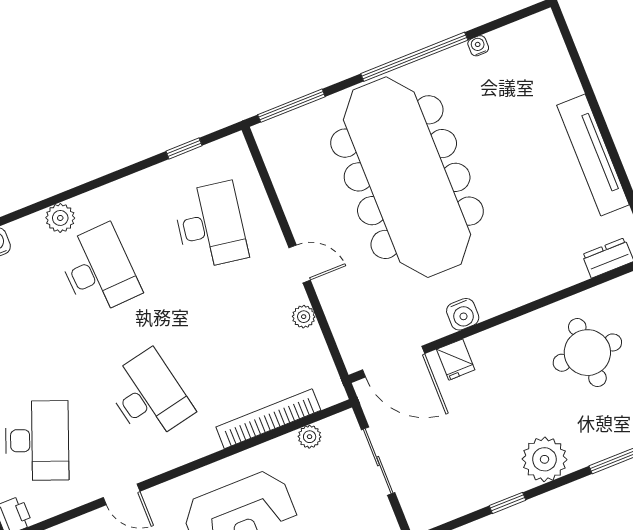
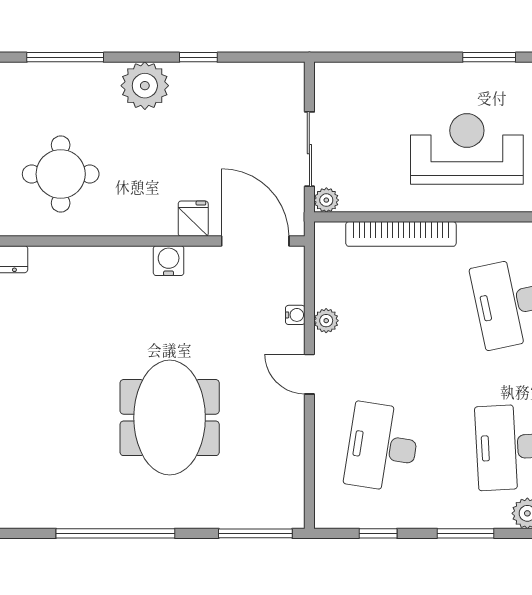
water cooler: (478, 46) -> (295, 315), moved, turned -90
meeting table: (407, 177) -> (170, 418), width x0.54, depth x0.79
window: (107, 179) -> (465, 533), added
plant: (310, 437) -> (326, 200), moved

